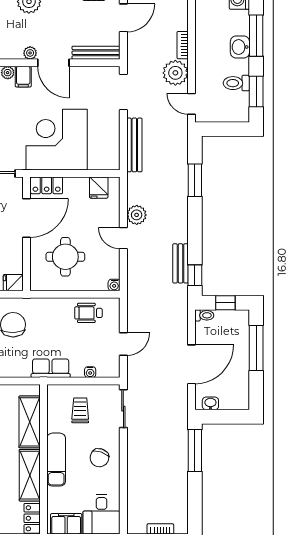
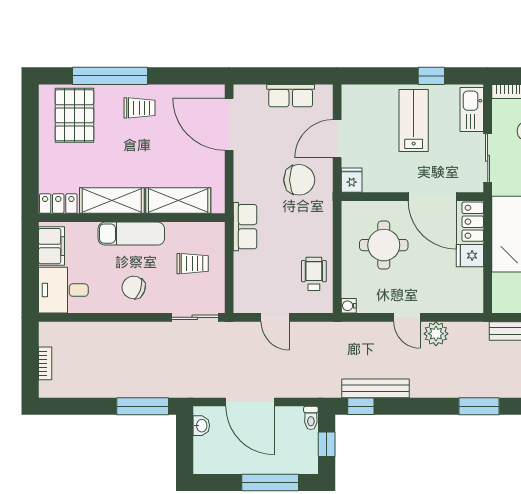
fridge: (99, 188) -> (470, 256), moved
door: (123, 238) -> (407, 317), swing flipped
bench: (180, 263) -> (376, 388), width x1.36
water cooler: (90, 372) -> (240, 276), removed

